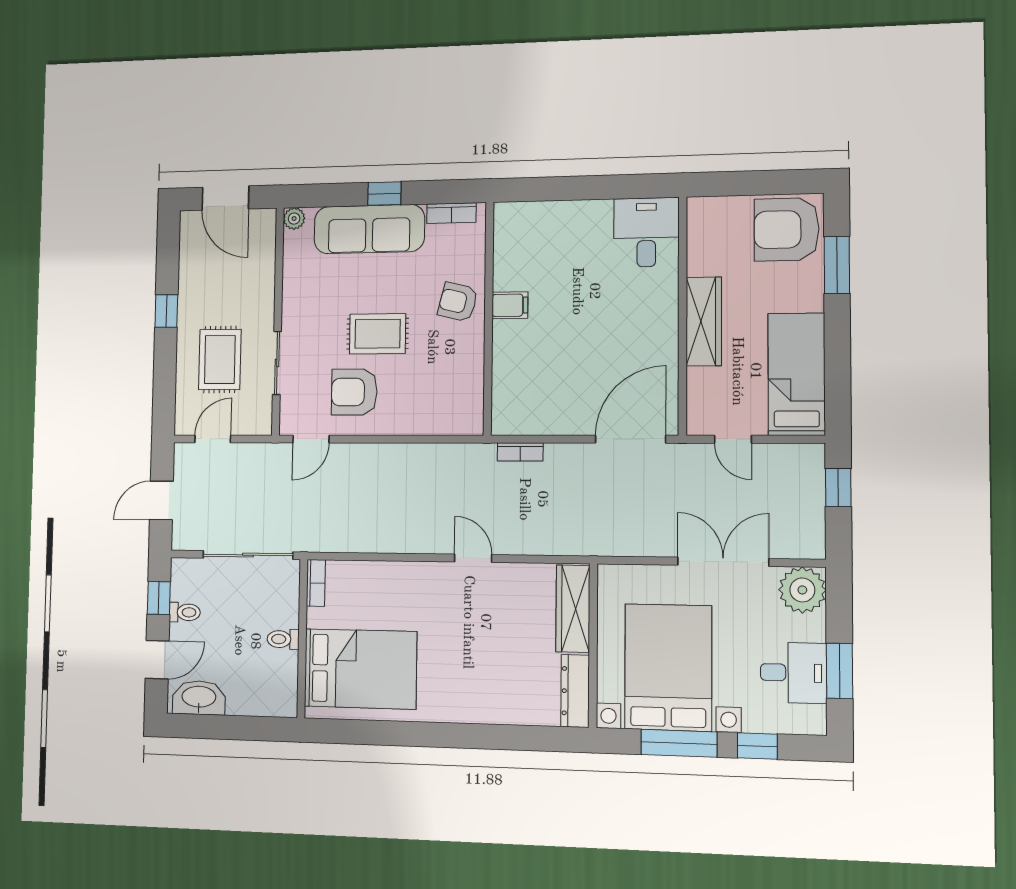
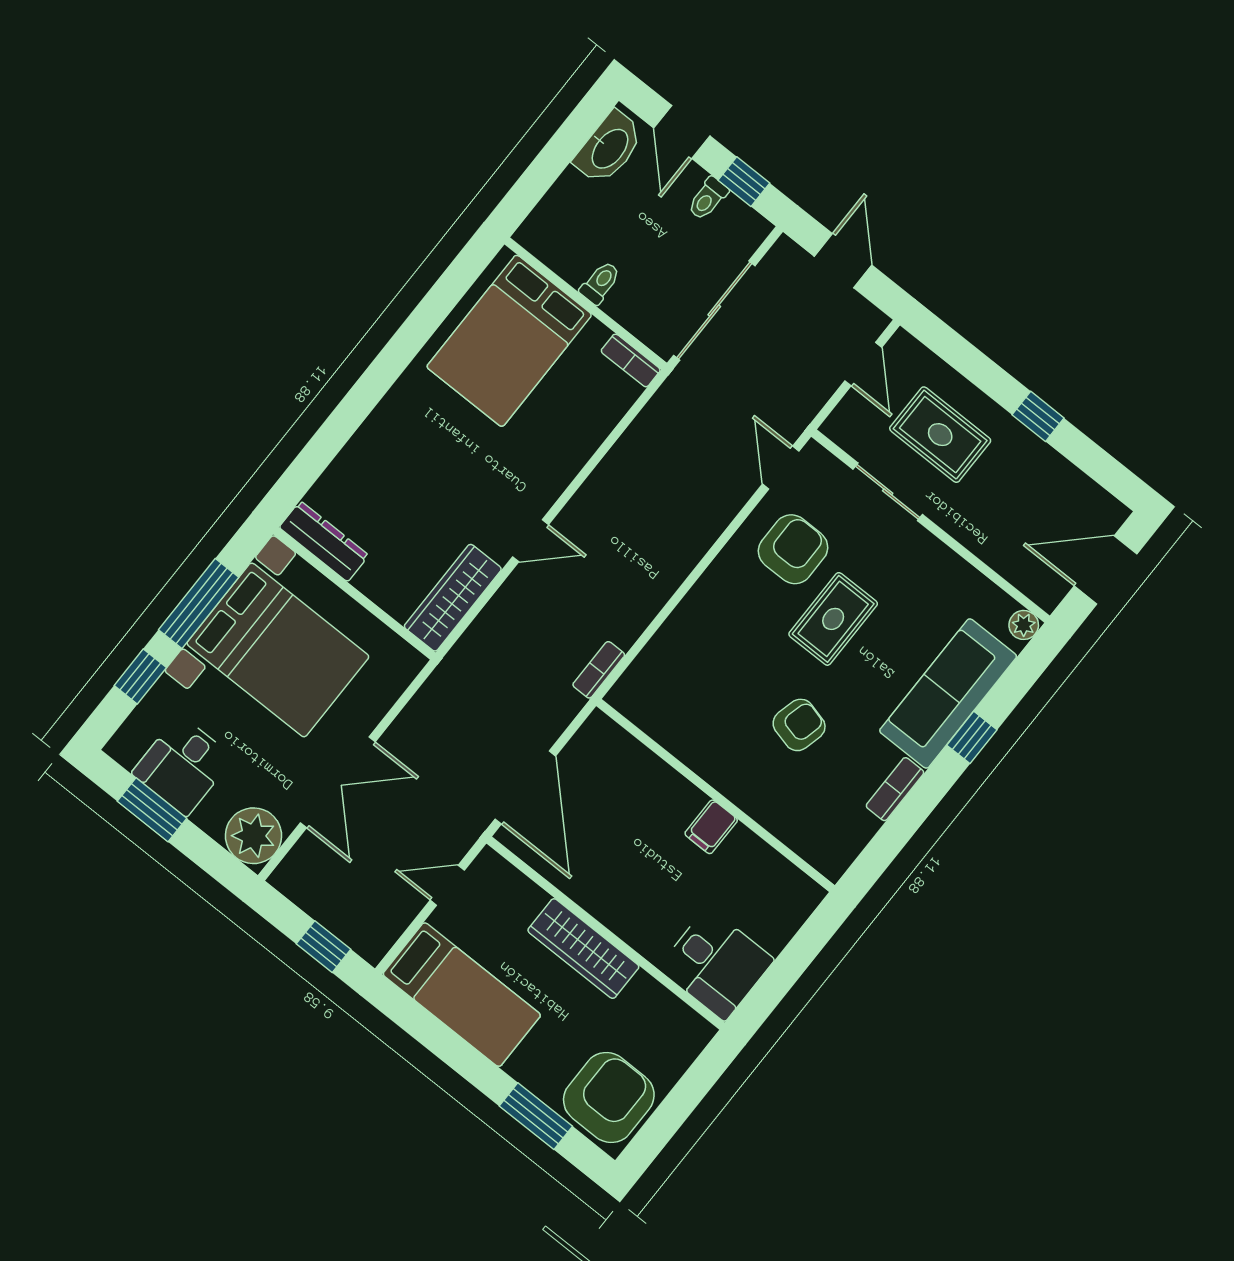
filing cabinet: (510, 305) -> (711, 827), moved
wall: (489, 318) -> (715, 795), moved
wardrobe: (573, 609) -> (453, 598), moved, turned -90

